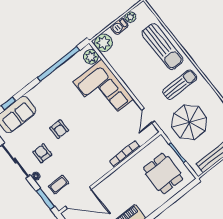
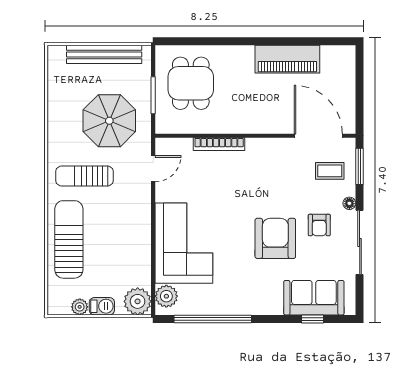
armchair: (59, 129) -> (275, 238), width x1.88, depth x1.88

